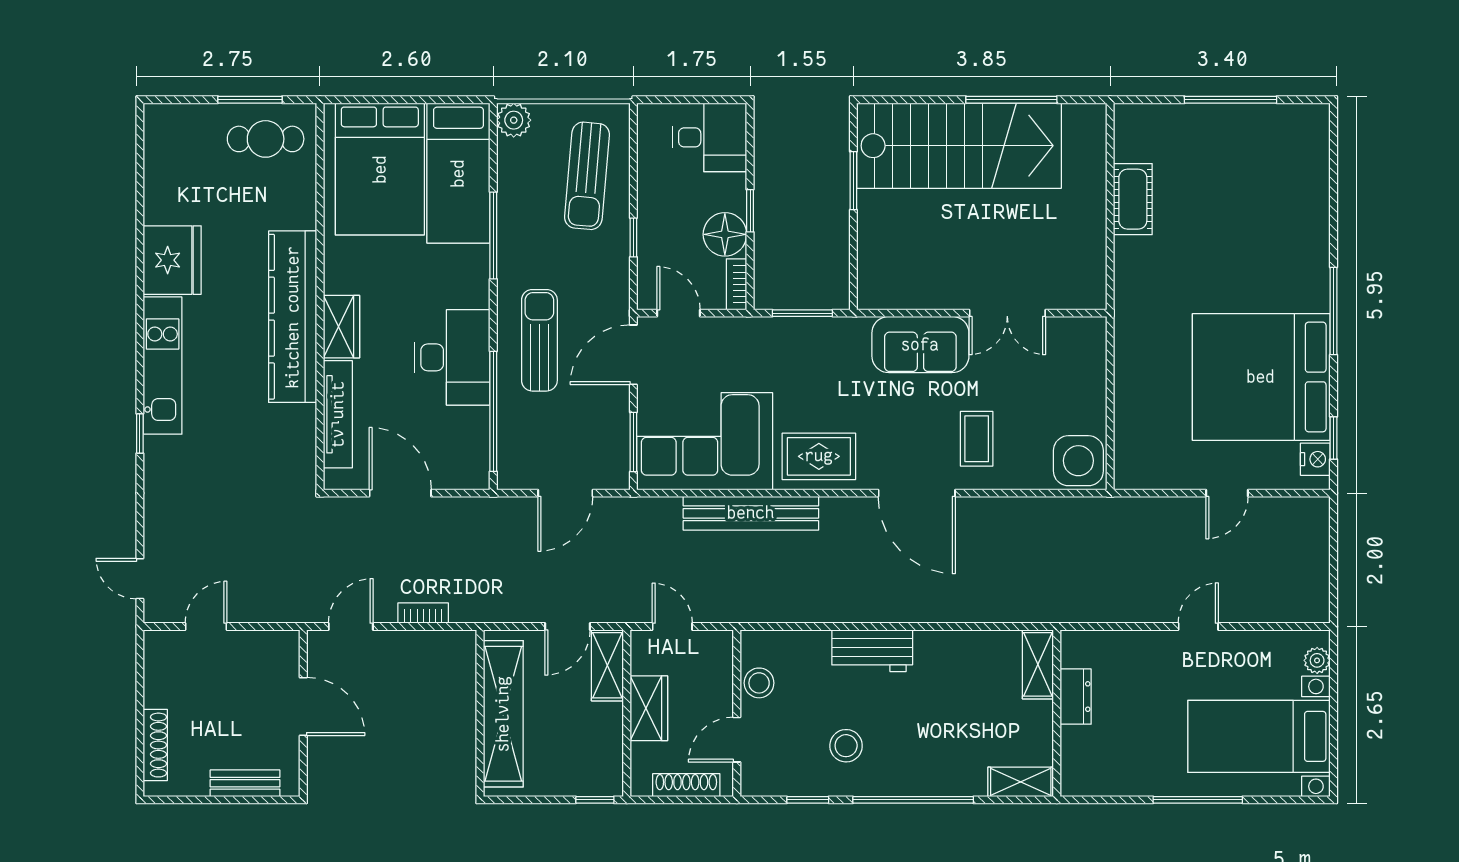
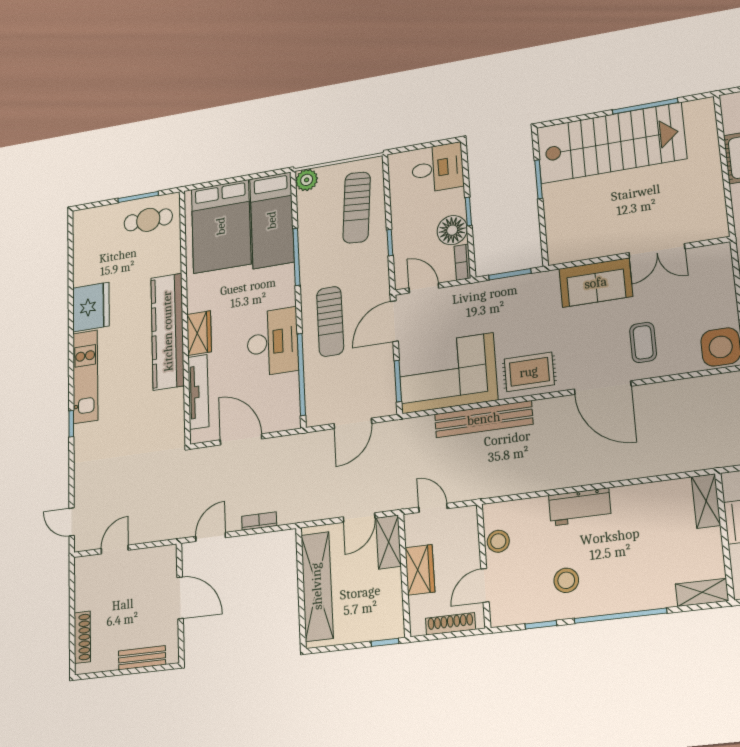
sun lounger: (539, 340) -> (330, 321), turned 180

